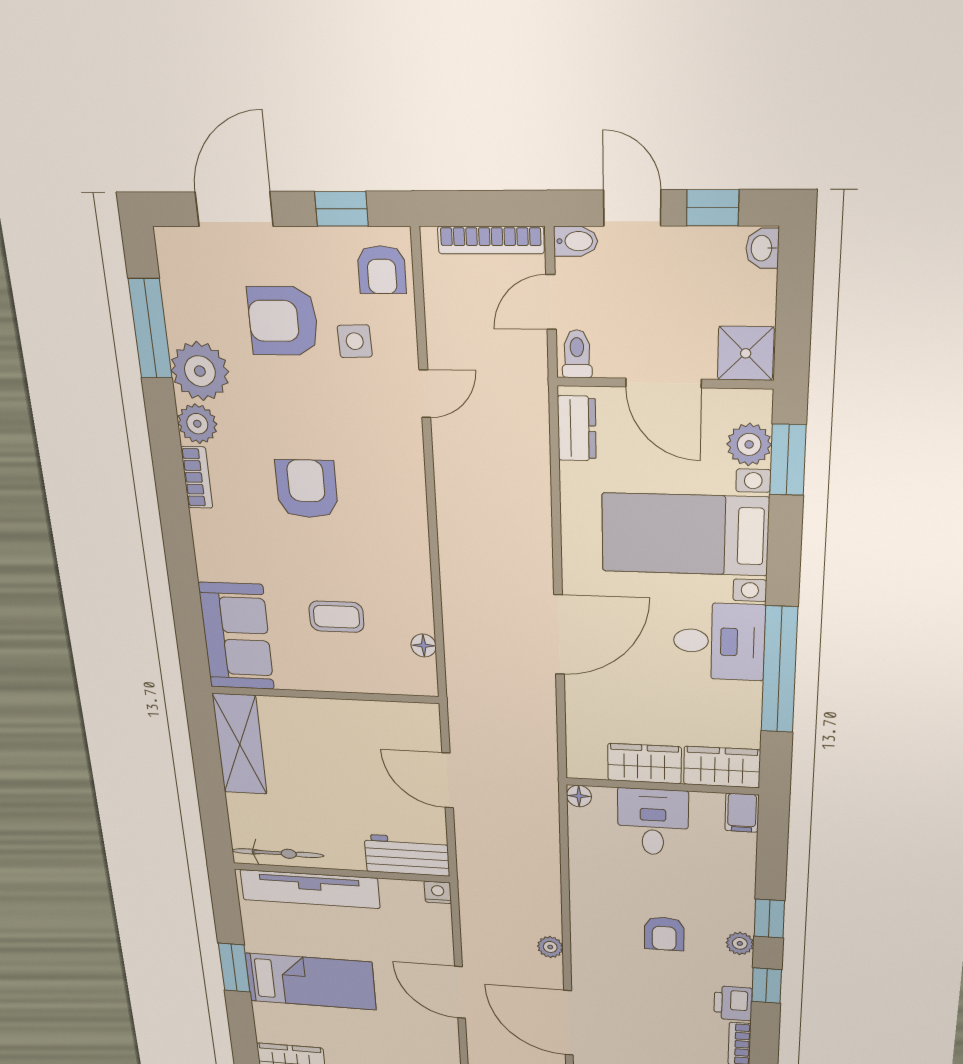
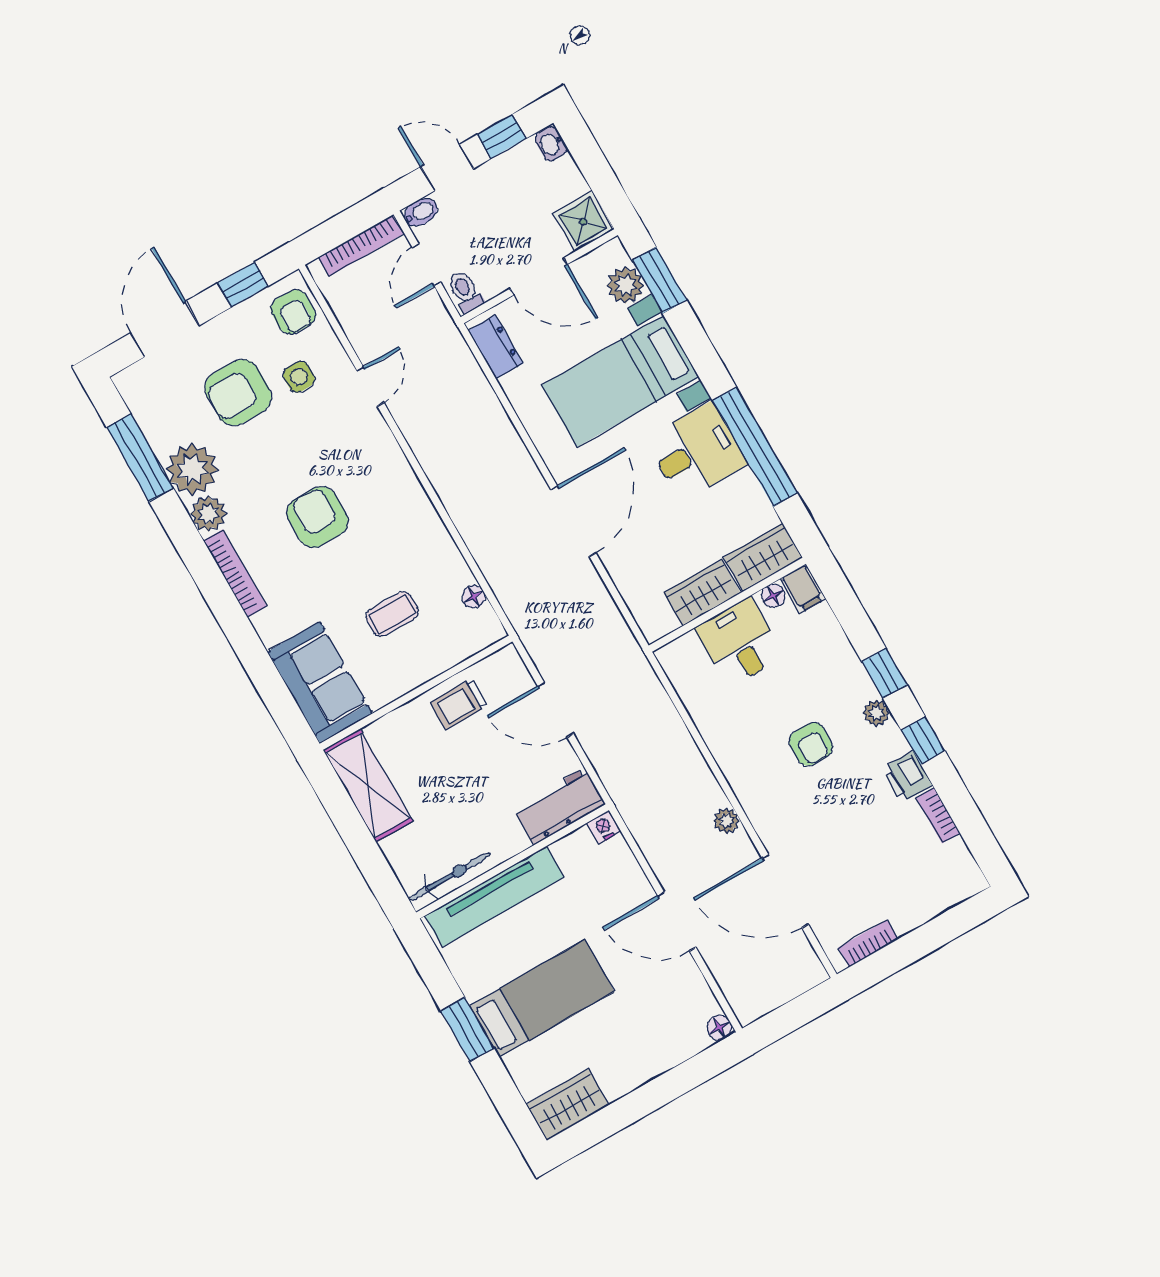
bookcase: (197, 477) -> (235, 573), width x1.56
trolley: (359, 726) -> (459, 704), added
floor lamp: (579, 796) -> (773, 596), moved

